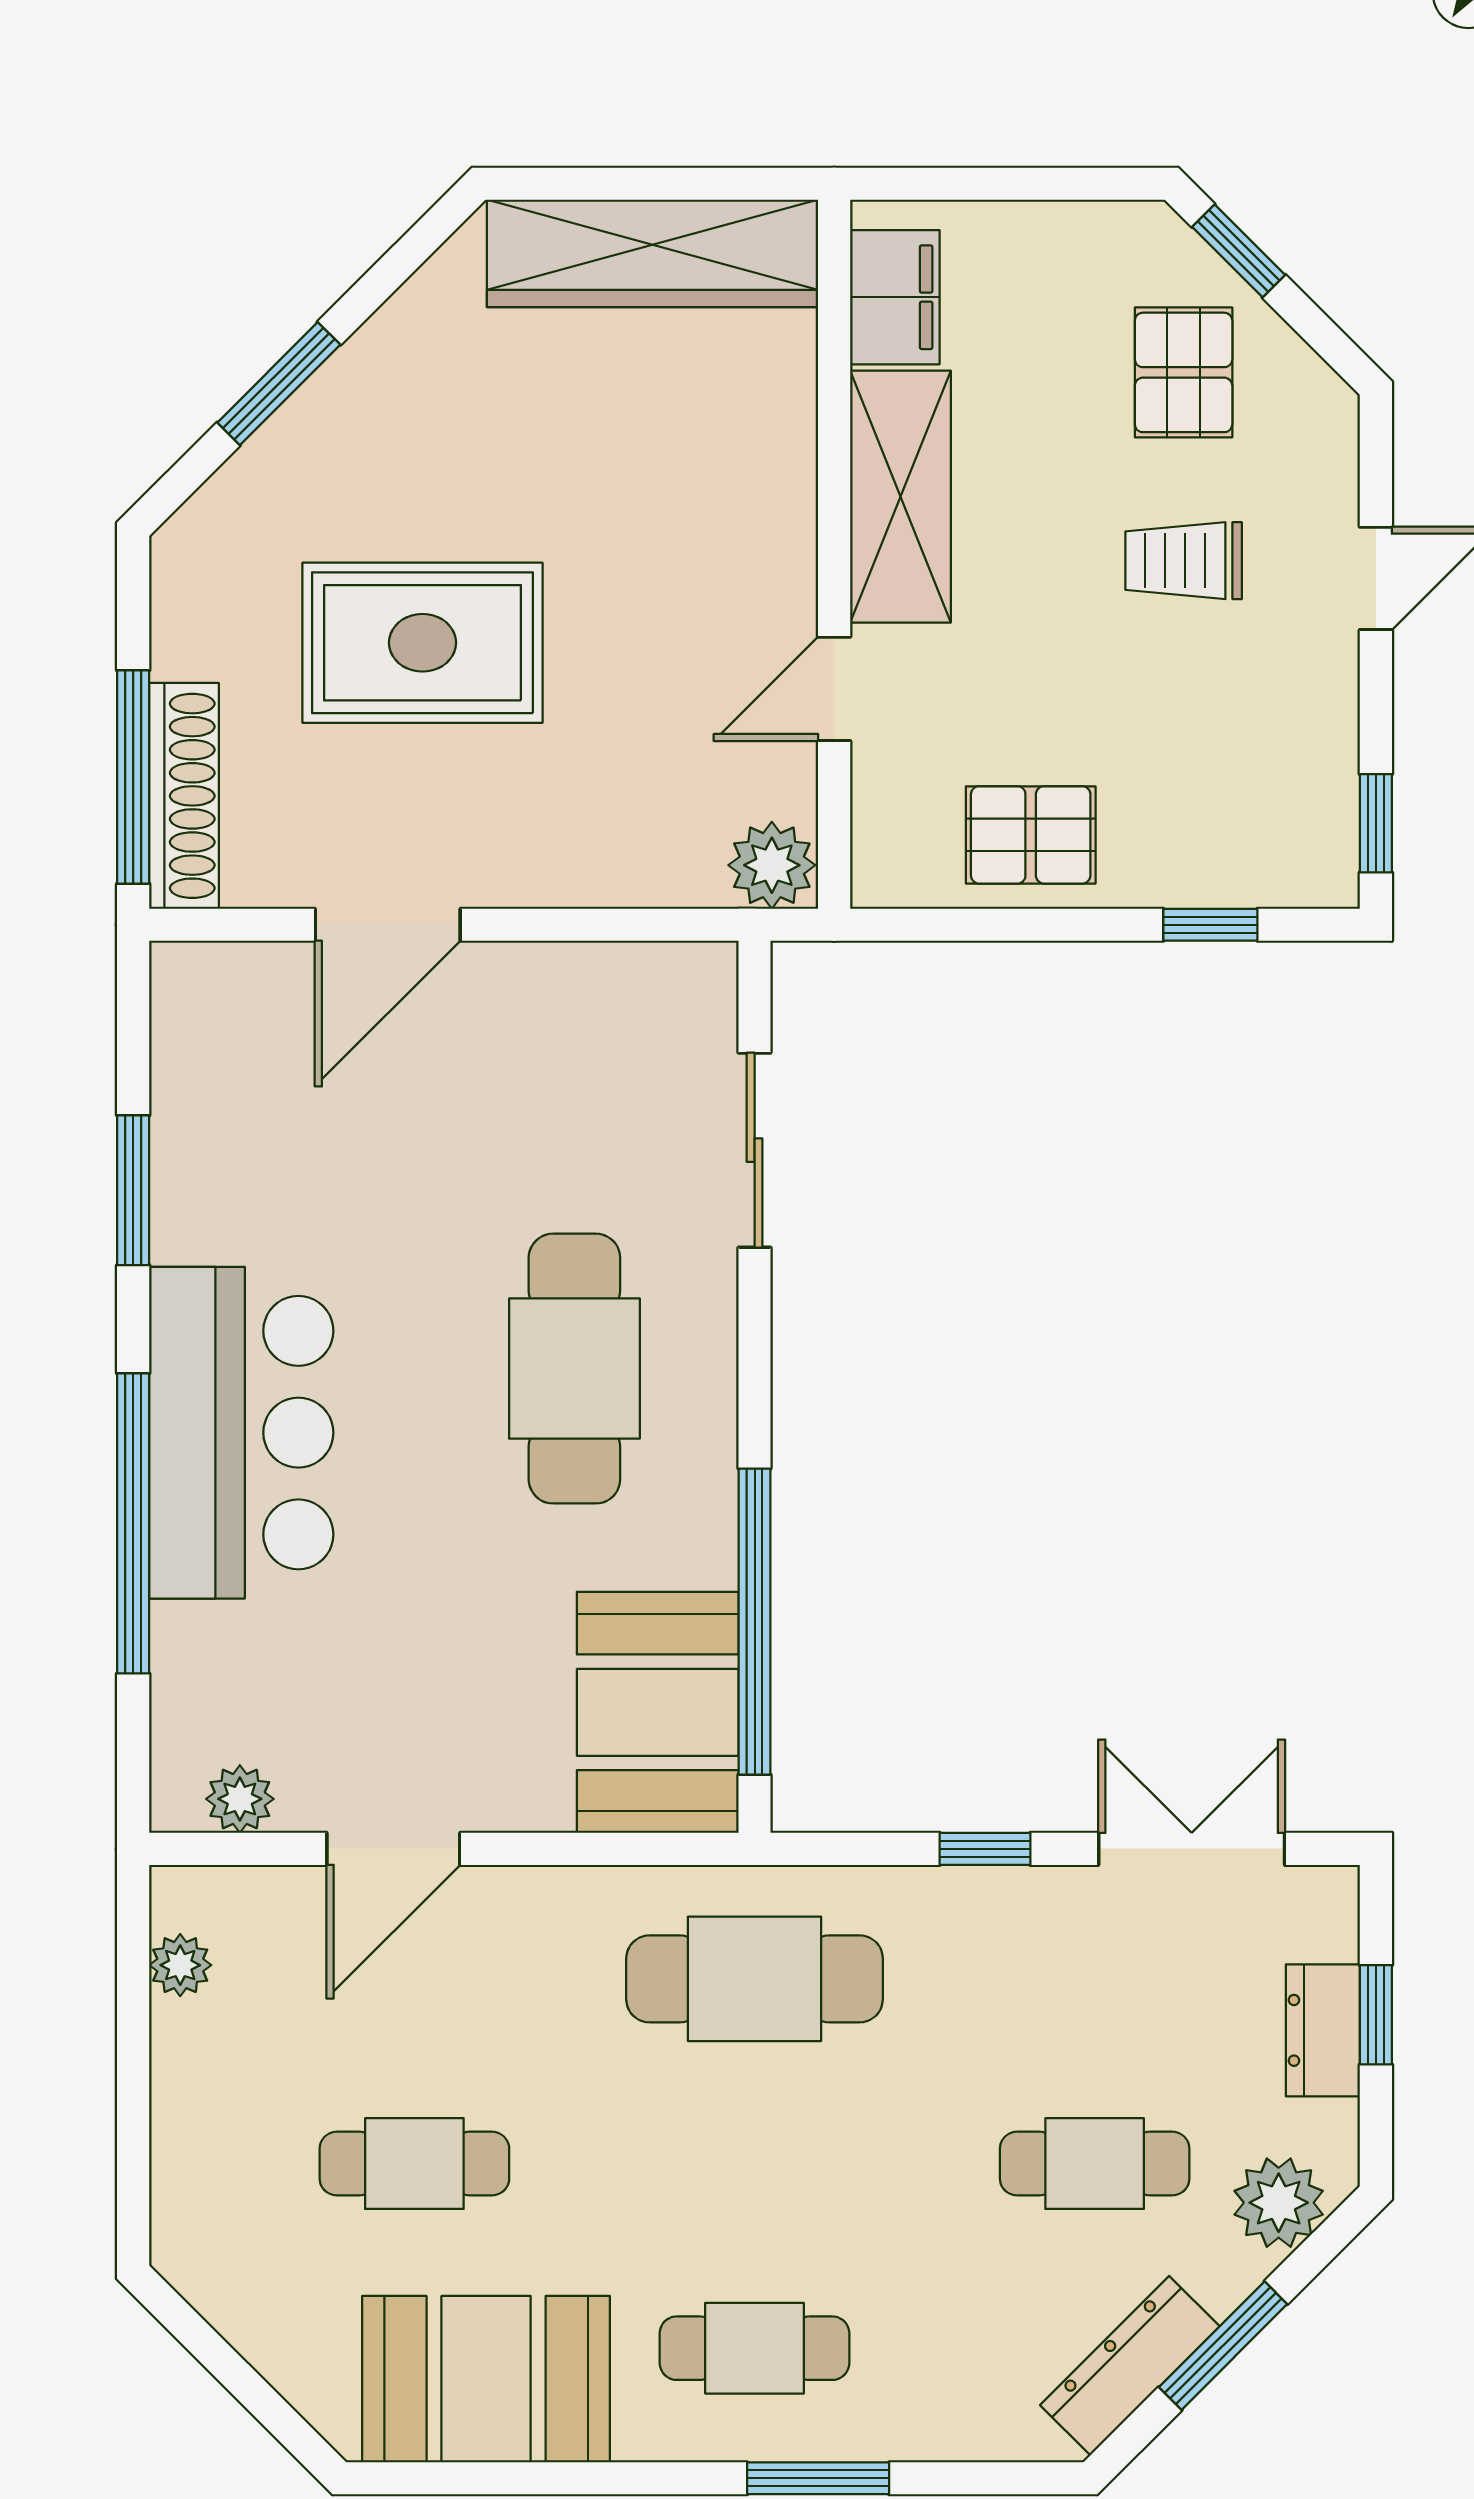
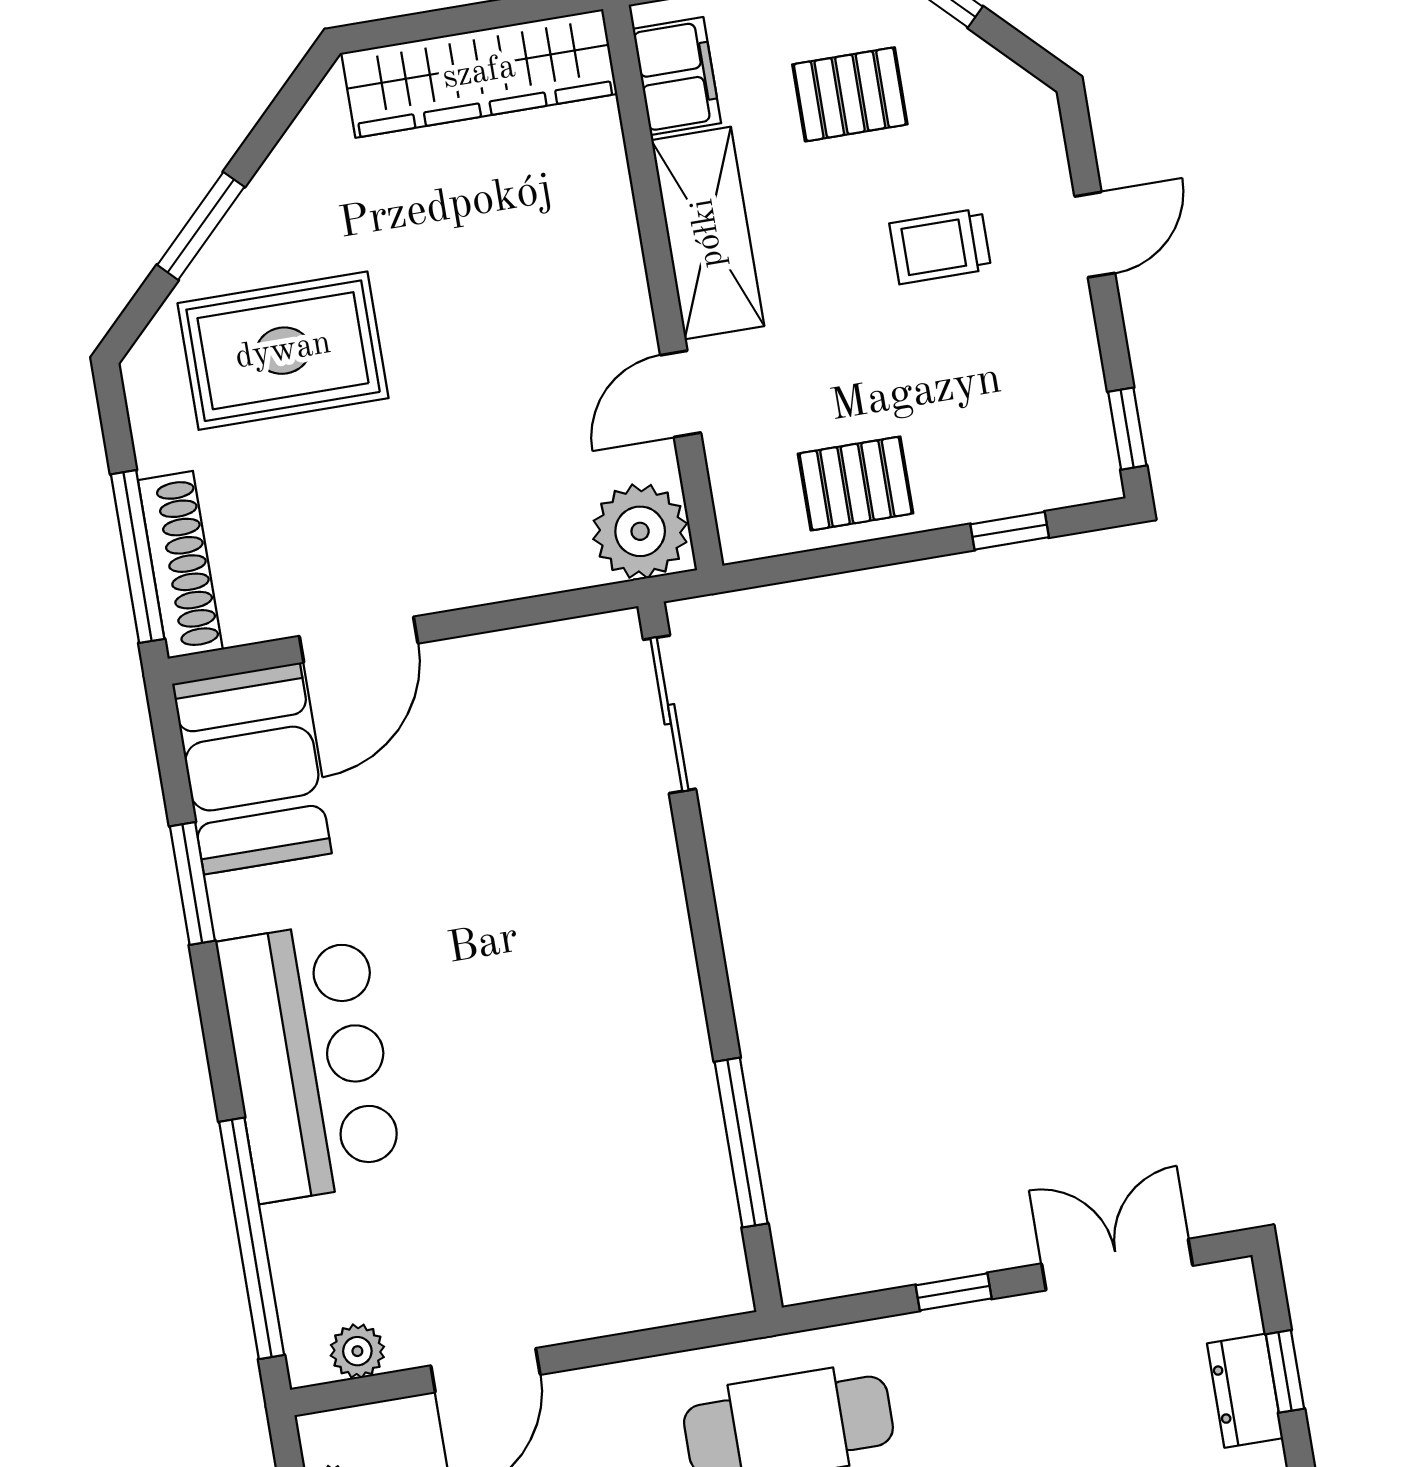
pallet: (1184, 372) -> (850, 94), moved, turned 90
rug: (423, 643) -> (283, 351), moved
plant: (772, 865) -> (640, 531), width x1.36, depth x1.36
sliding door: (755, 1150) -> (669, 714), moved
cafe table: (574, 1369) -> (565, 966), removed
window: (133, 1523) -> (252, 1238), moved
window: (755, 1622) -> (741, 1143), width x0.68
booth: (658, 1712) -> (252, 769), moved

